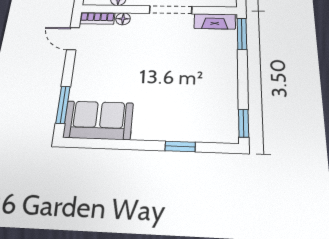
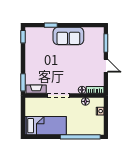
door: (73, 39) -> (106, 66), moved
sofa: (98, 120) -> (68, 36), moved

